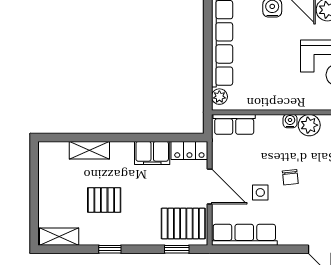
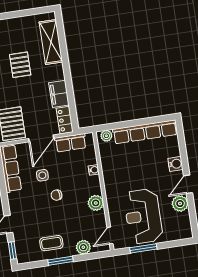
water cooler: (290, 121) -> (94, 170), moved
row of seats: (234, 124) -> (71, 143), moved, turned -90
shelving: (89, 150) -> (51, 42), width x1.50, depth x1.33

